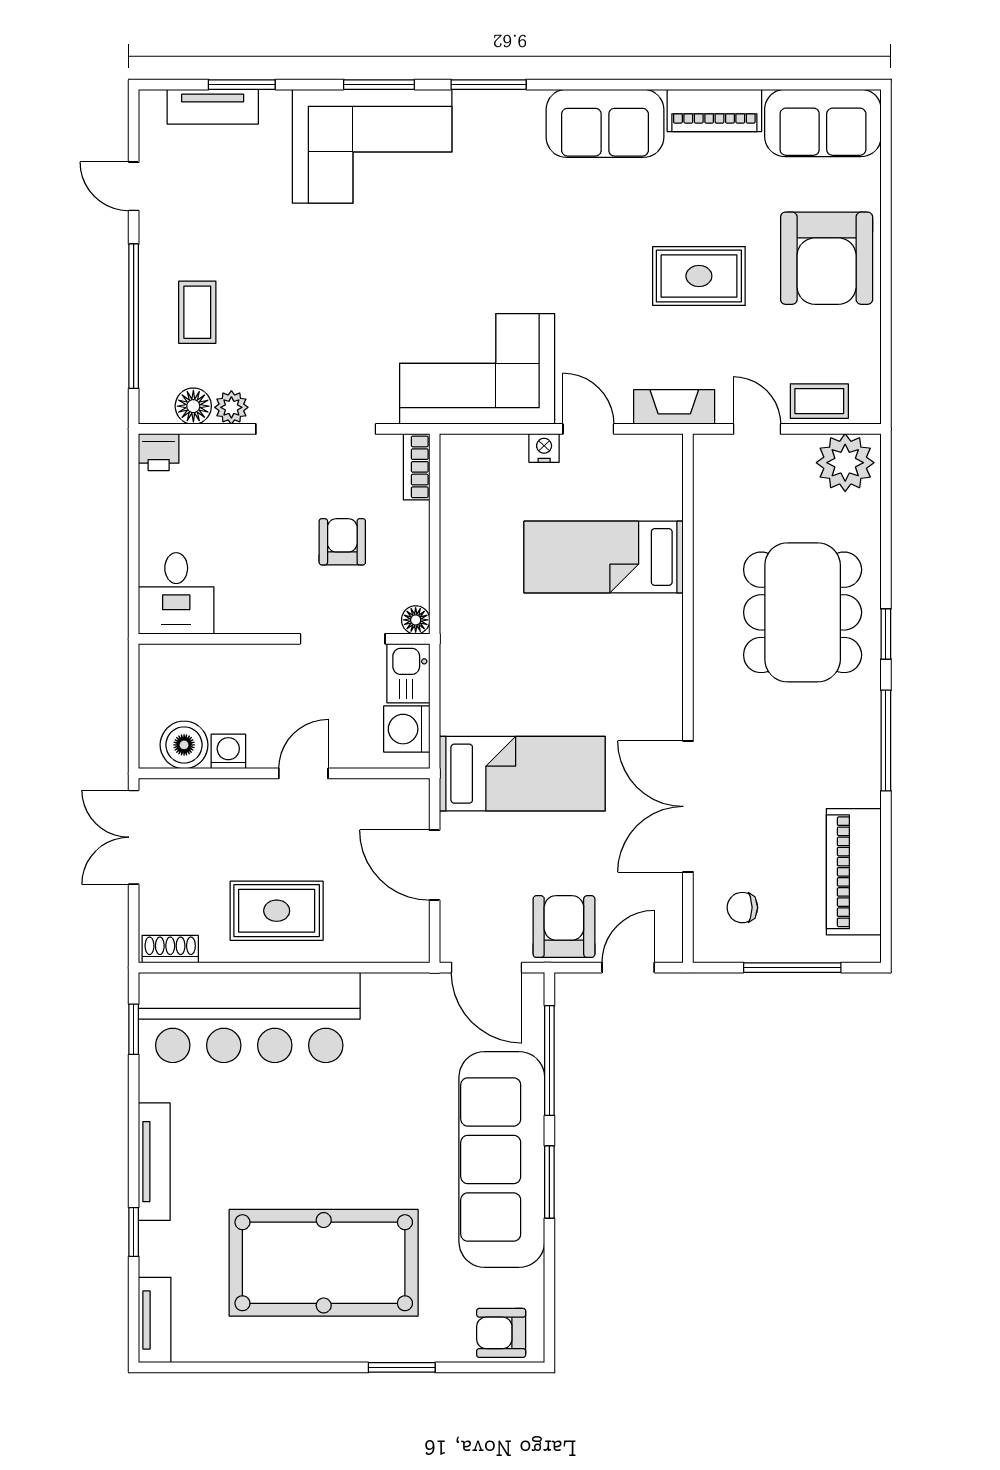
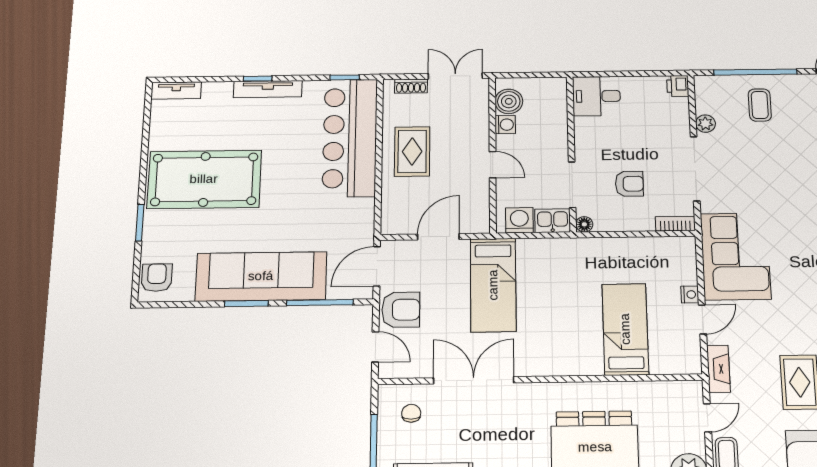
coffee table: (197, 312) -> (760, 105), turned 90
floor lamp: (193, 406) -> (705, 104), removed
shoe rack: (170, 949) -> (411, 86), moved, turned 90
window: (134, 1232) -> (258, 79), moved
pool table: (324, 1263) -> (204, 179), turned 90

